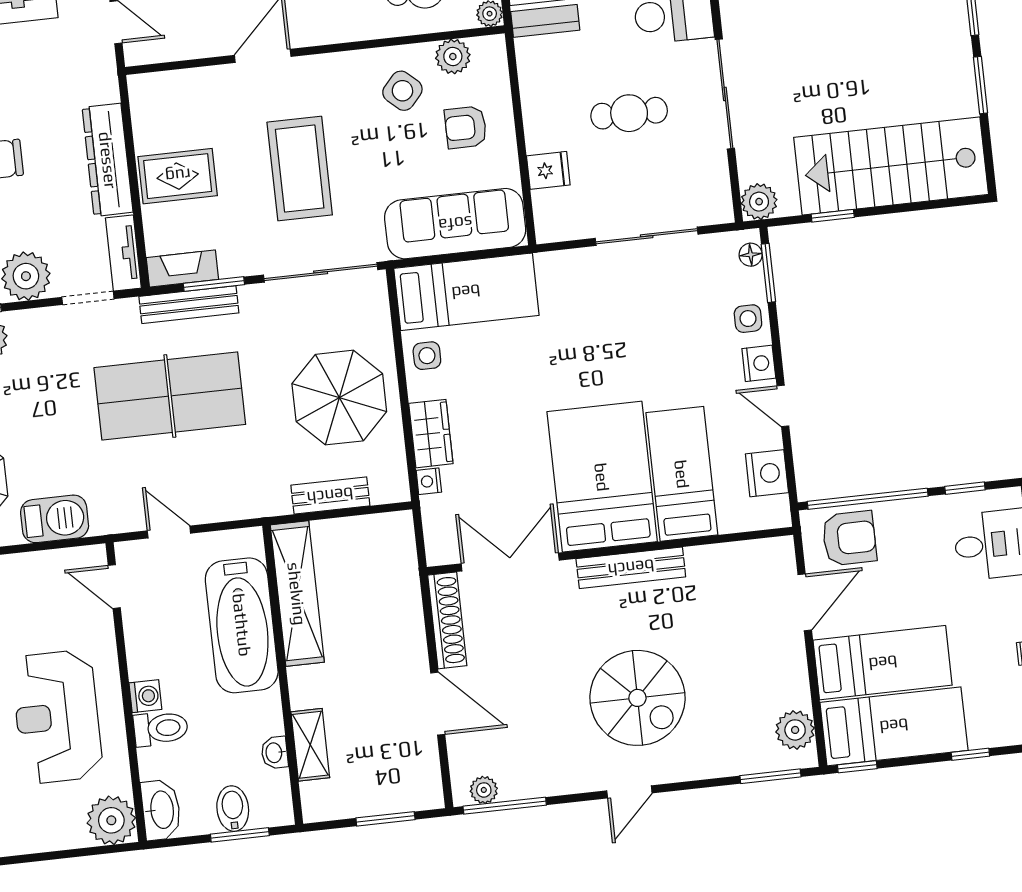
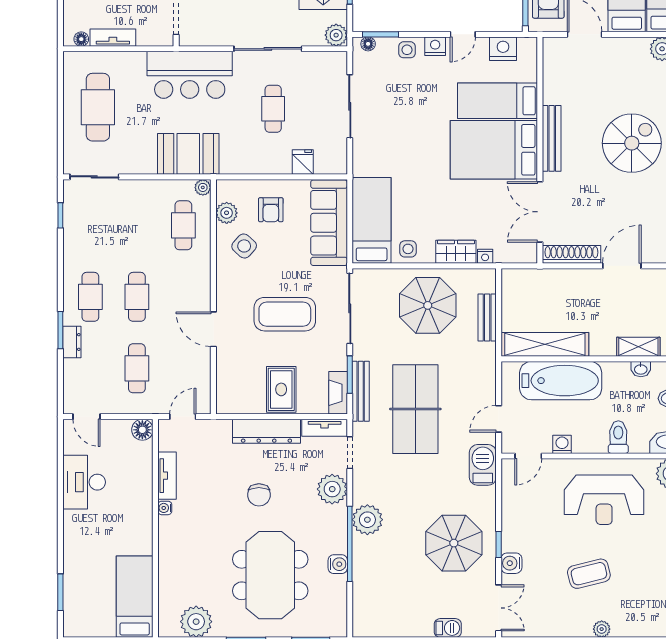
barbecue: (55, 519) -> (483, 465), moved
washing machine: (145, 696) -> (562, 444), moved

